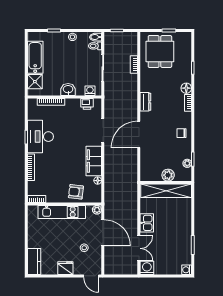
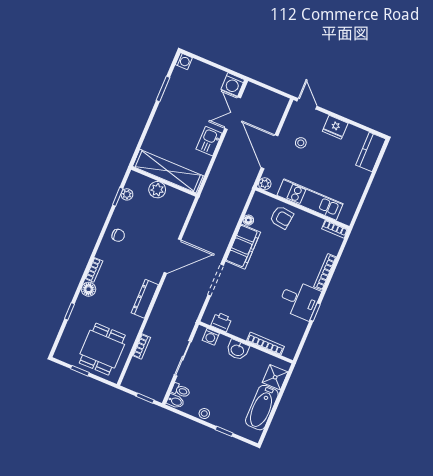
dresser: (145, 102) -> (145, 299), width x1.44
desk: (40, 137) -> (299, 300), width x0.73

